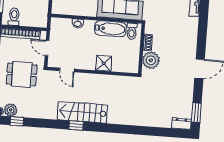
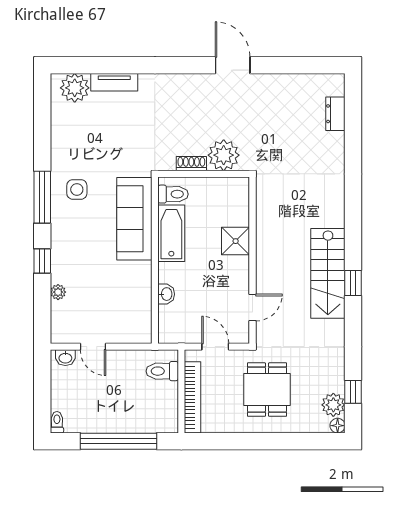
toilet: (14, 17) -> (162, 371), moved
door: (47, 48) -> (215, 347), swing flipped
window: (196, 113) -> (313, 65), removed
dresser: (181, 124) -> (335, 114), moved

